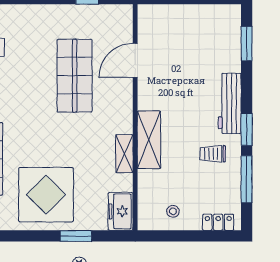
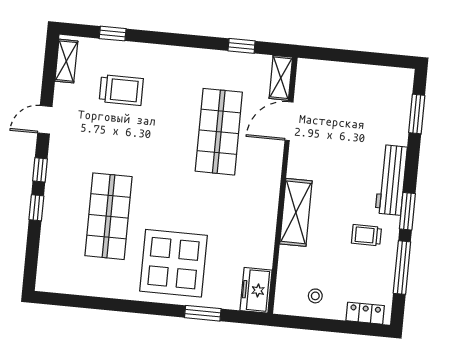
shelving: (124, 154) -> (281, 78), moved

